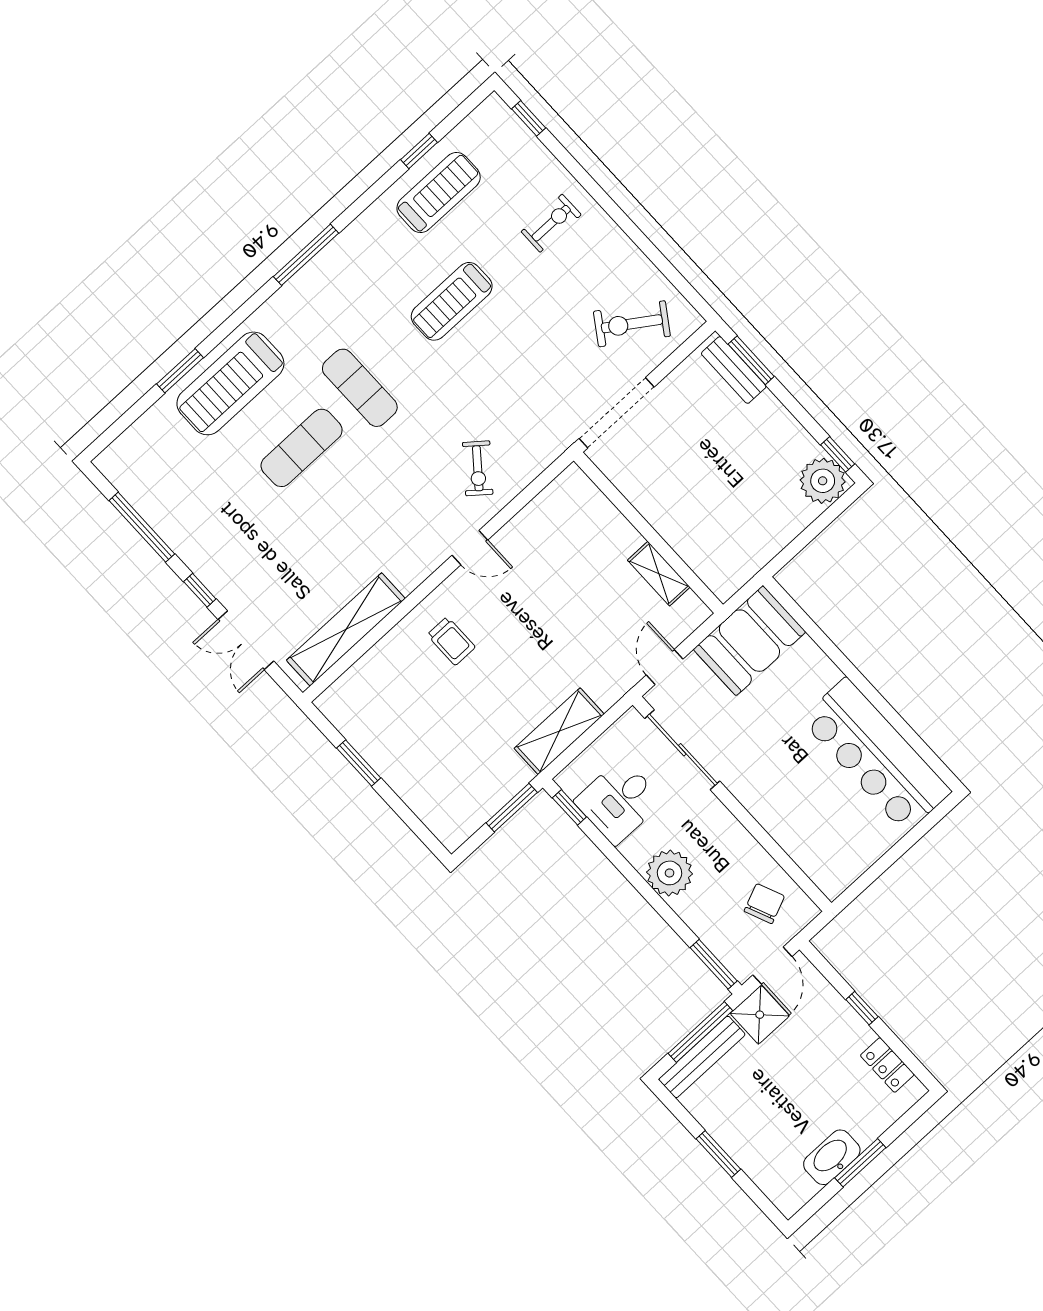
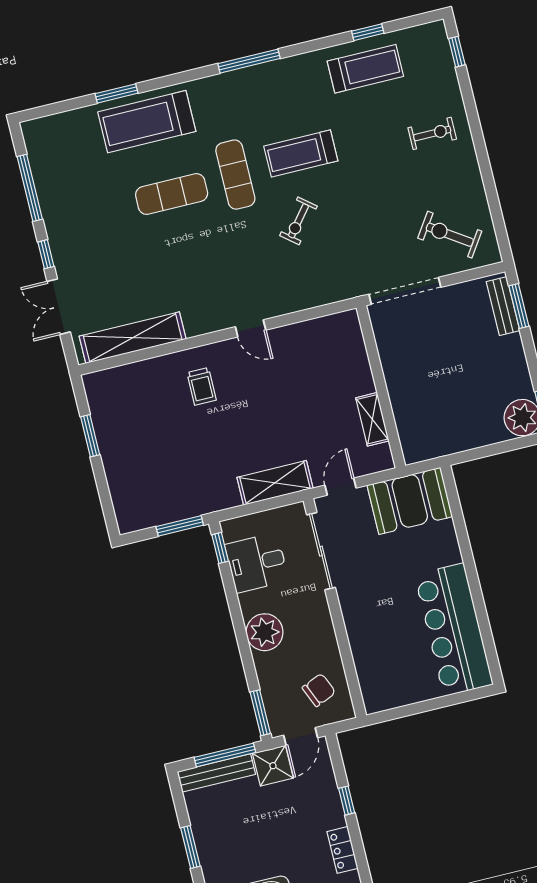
treadmill: (452, 301) -> (301, 153), moved
exercise bike: (478, 468) -> (299, 221), moved
shelving: (559, 731) -> (275, 483), moved

